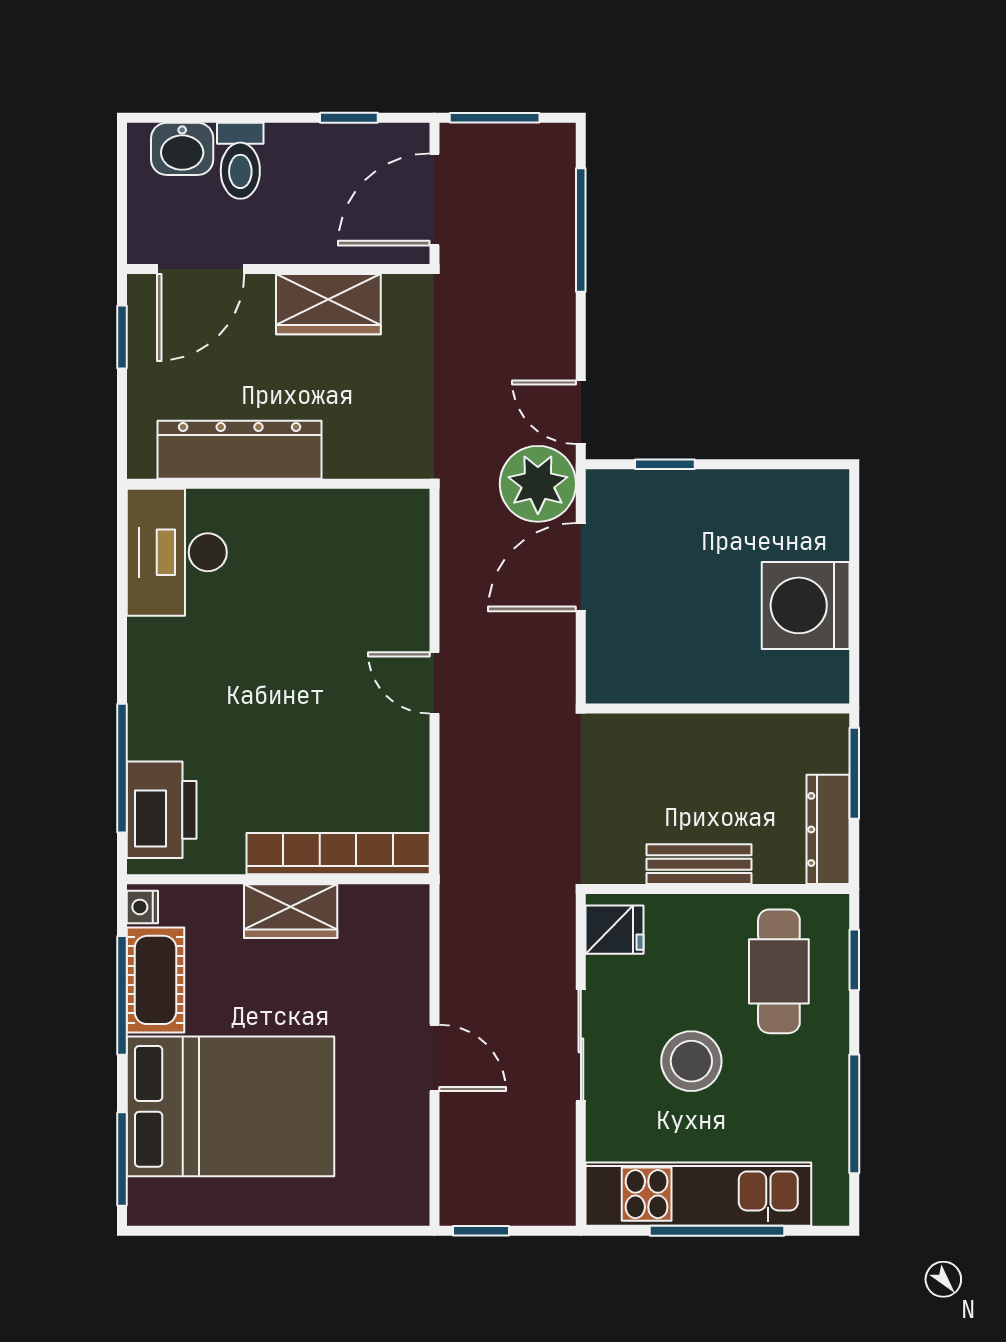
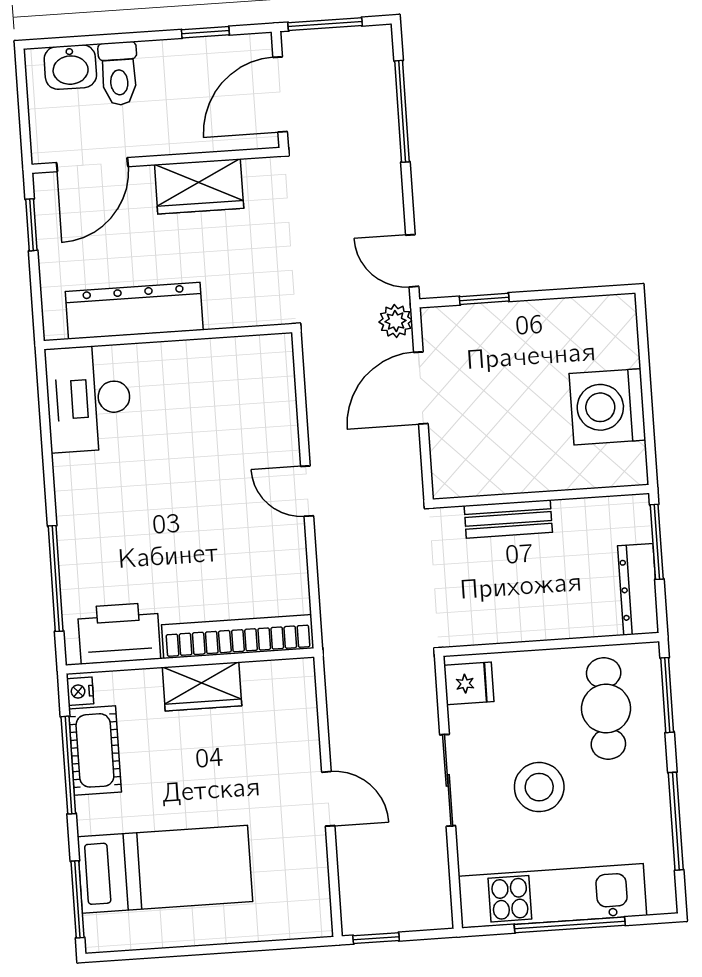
plant: (538, 484) -> (396, 321), width x0.53, depth x0.53
printer: (162, 810) -> (119, 633), moved, turned -90
bench: (699, 864) -> (508, 519), moved
window: (854, 960) -> (667, 695), width x1.50
bed: (230, 1106) -> (165, 869), width x0.67

